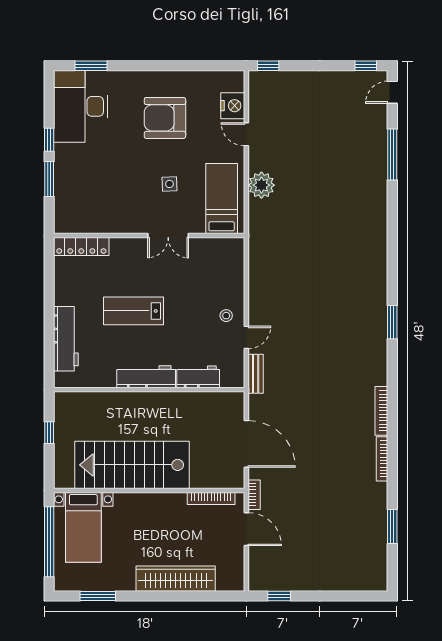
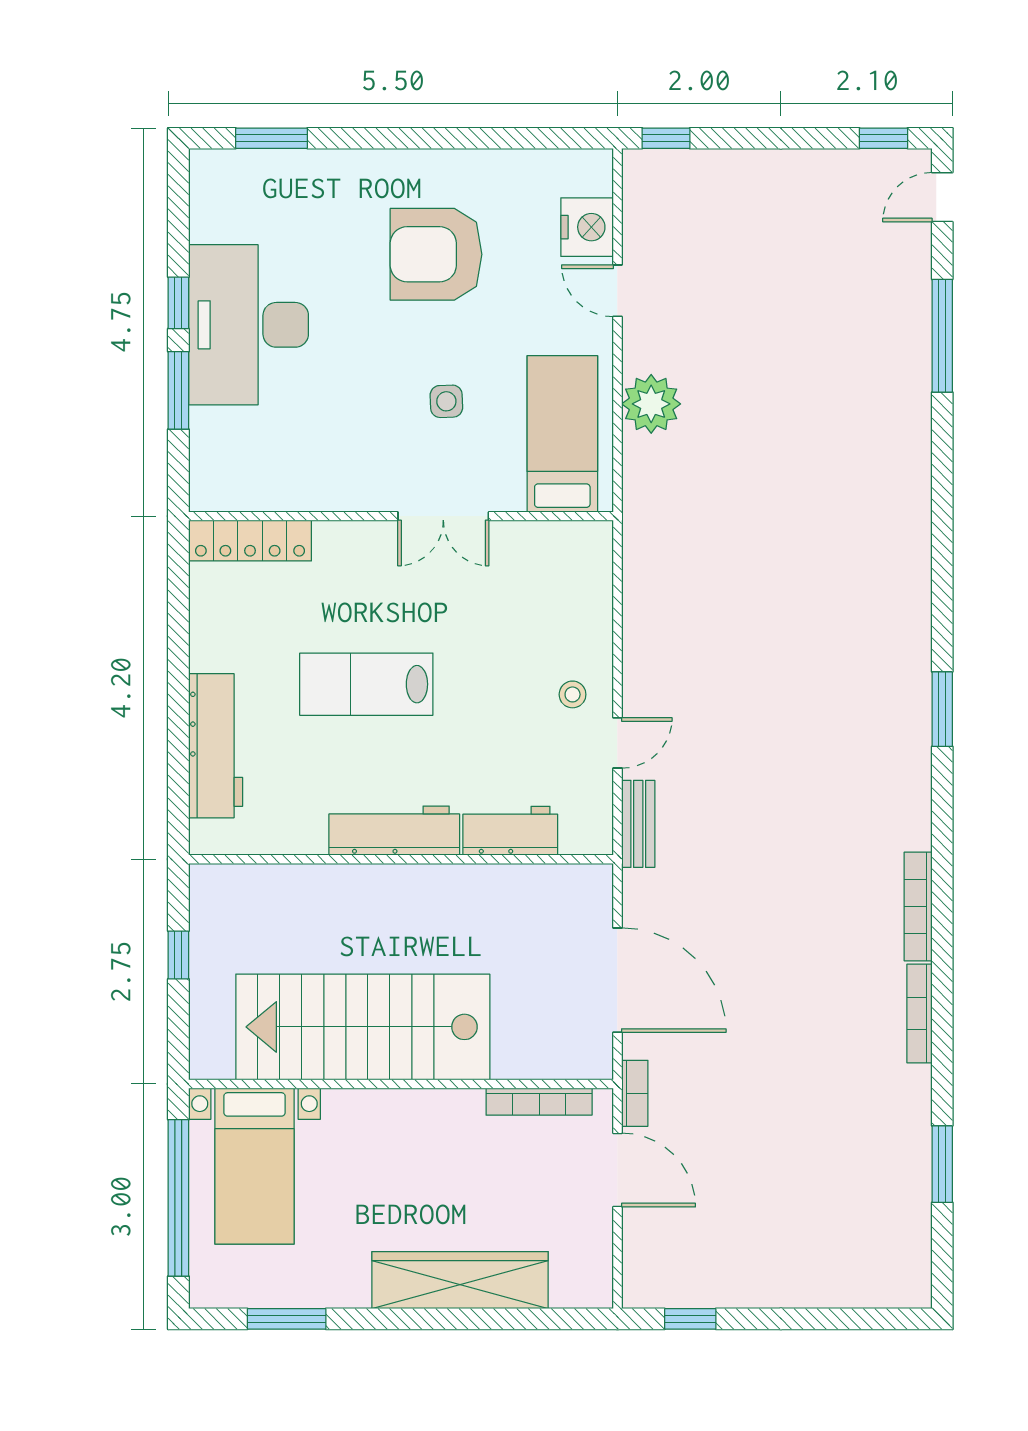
desk: (81, 106) -> (249, 325), moved

